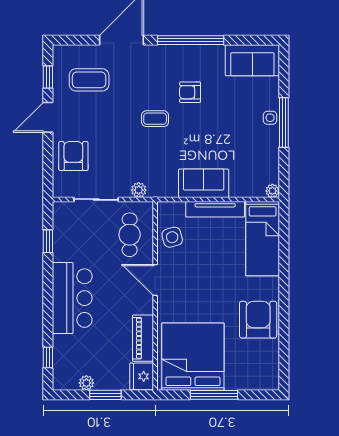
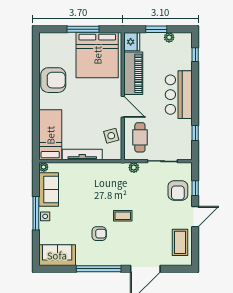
window: (48, 77) -> (195, 188), moved
coffee table: (89, 80) -> (180, 242), moved, turned 90
sofa: (204, 183) -> (49, 190), moved, turned -90
armchair: (258, 320) -> (53, 80), turned -90
piano: (143, 338) -> (133, 73), width x1.37, depth x1.33

